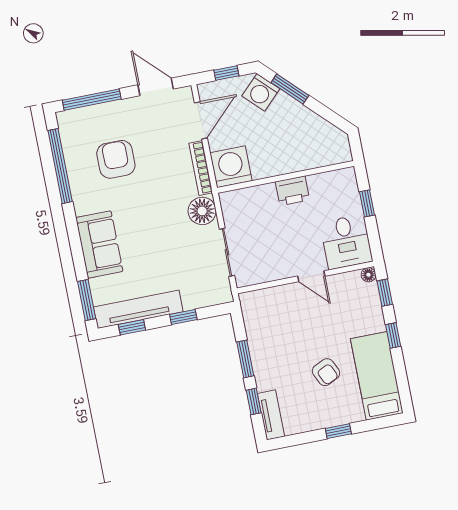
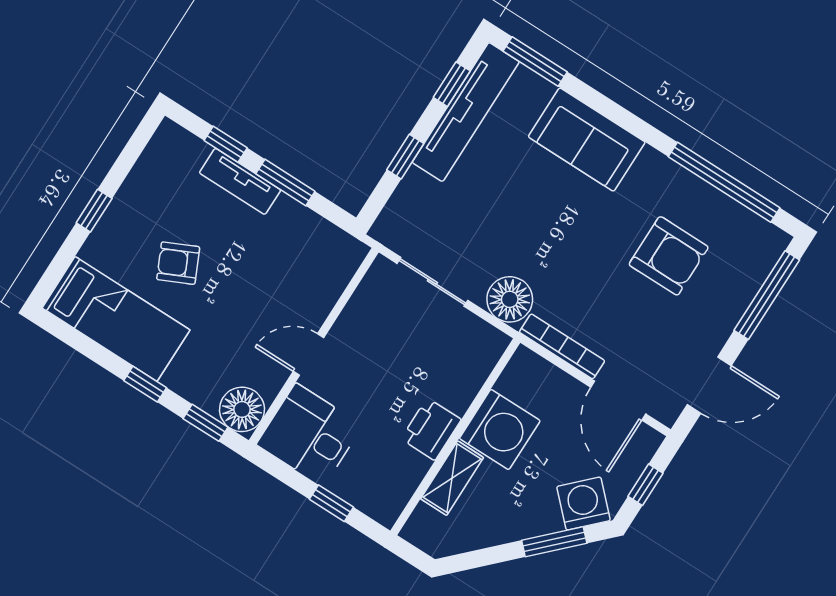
shelving: (305, 161) -> (452, 478), added
washing machine: (231, 167) -> (500, 429), moved
floor lamp: (368, 275) -> (242, 409), width x1.89, depth x1.89
tv unit: (271, 415) -> (240, 181), moved

